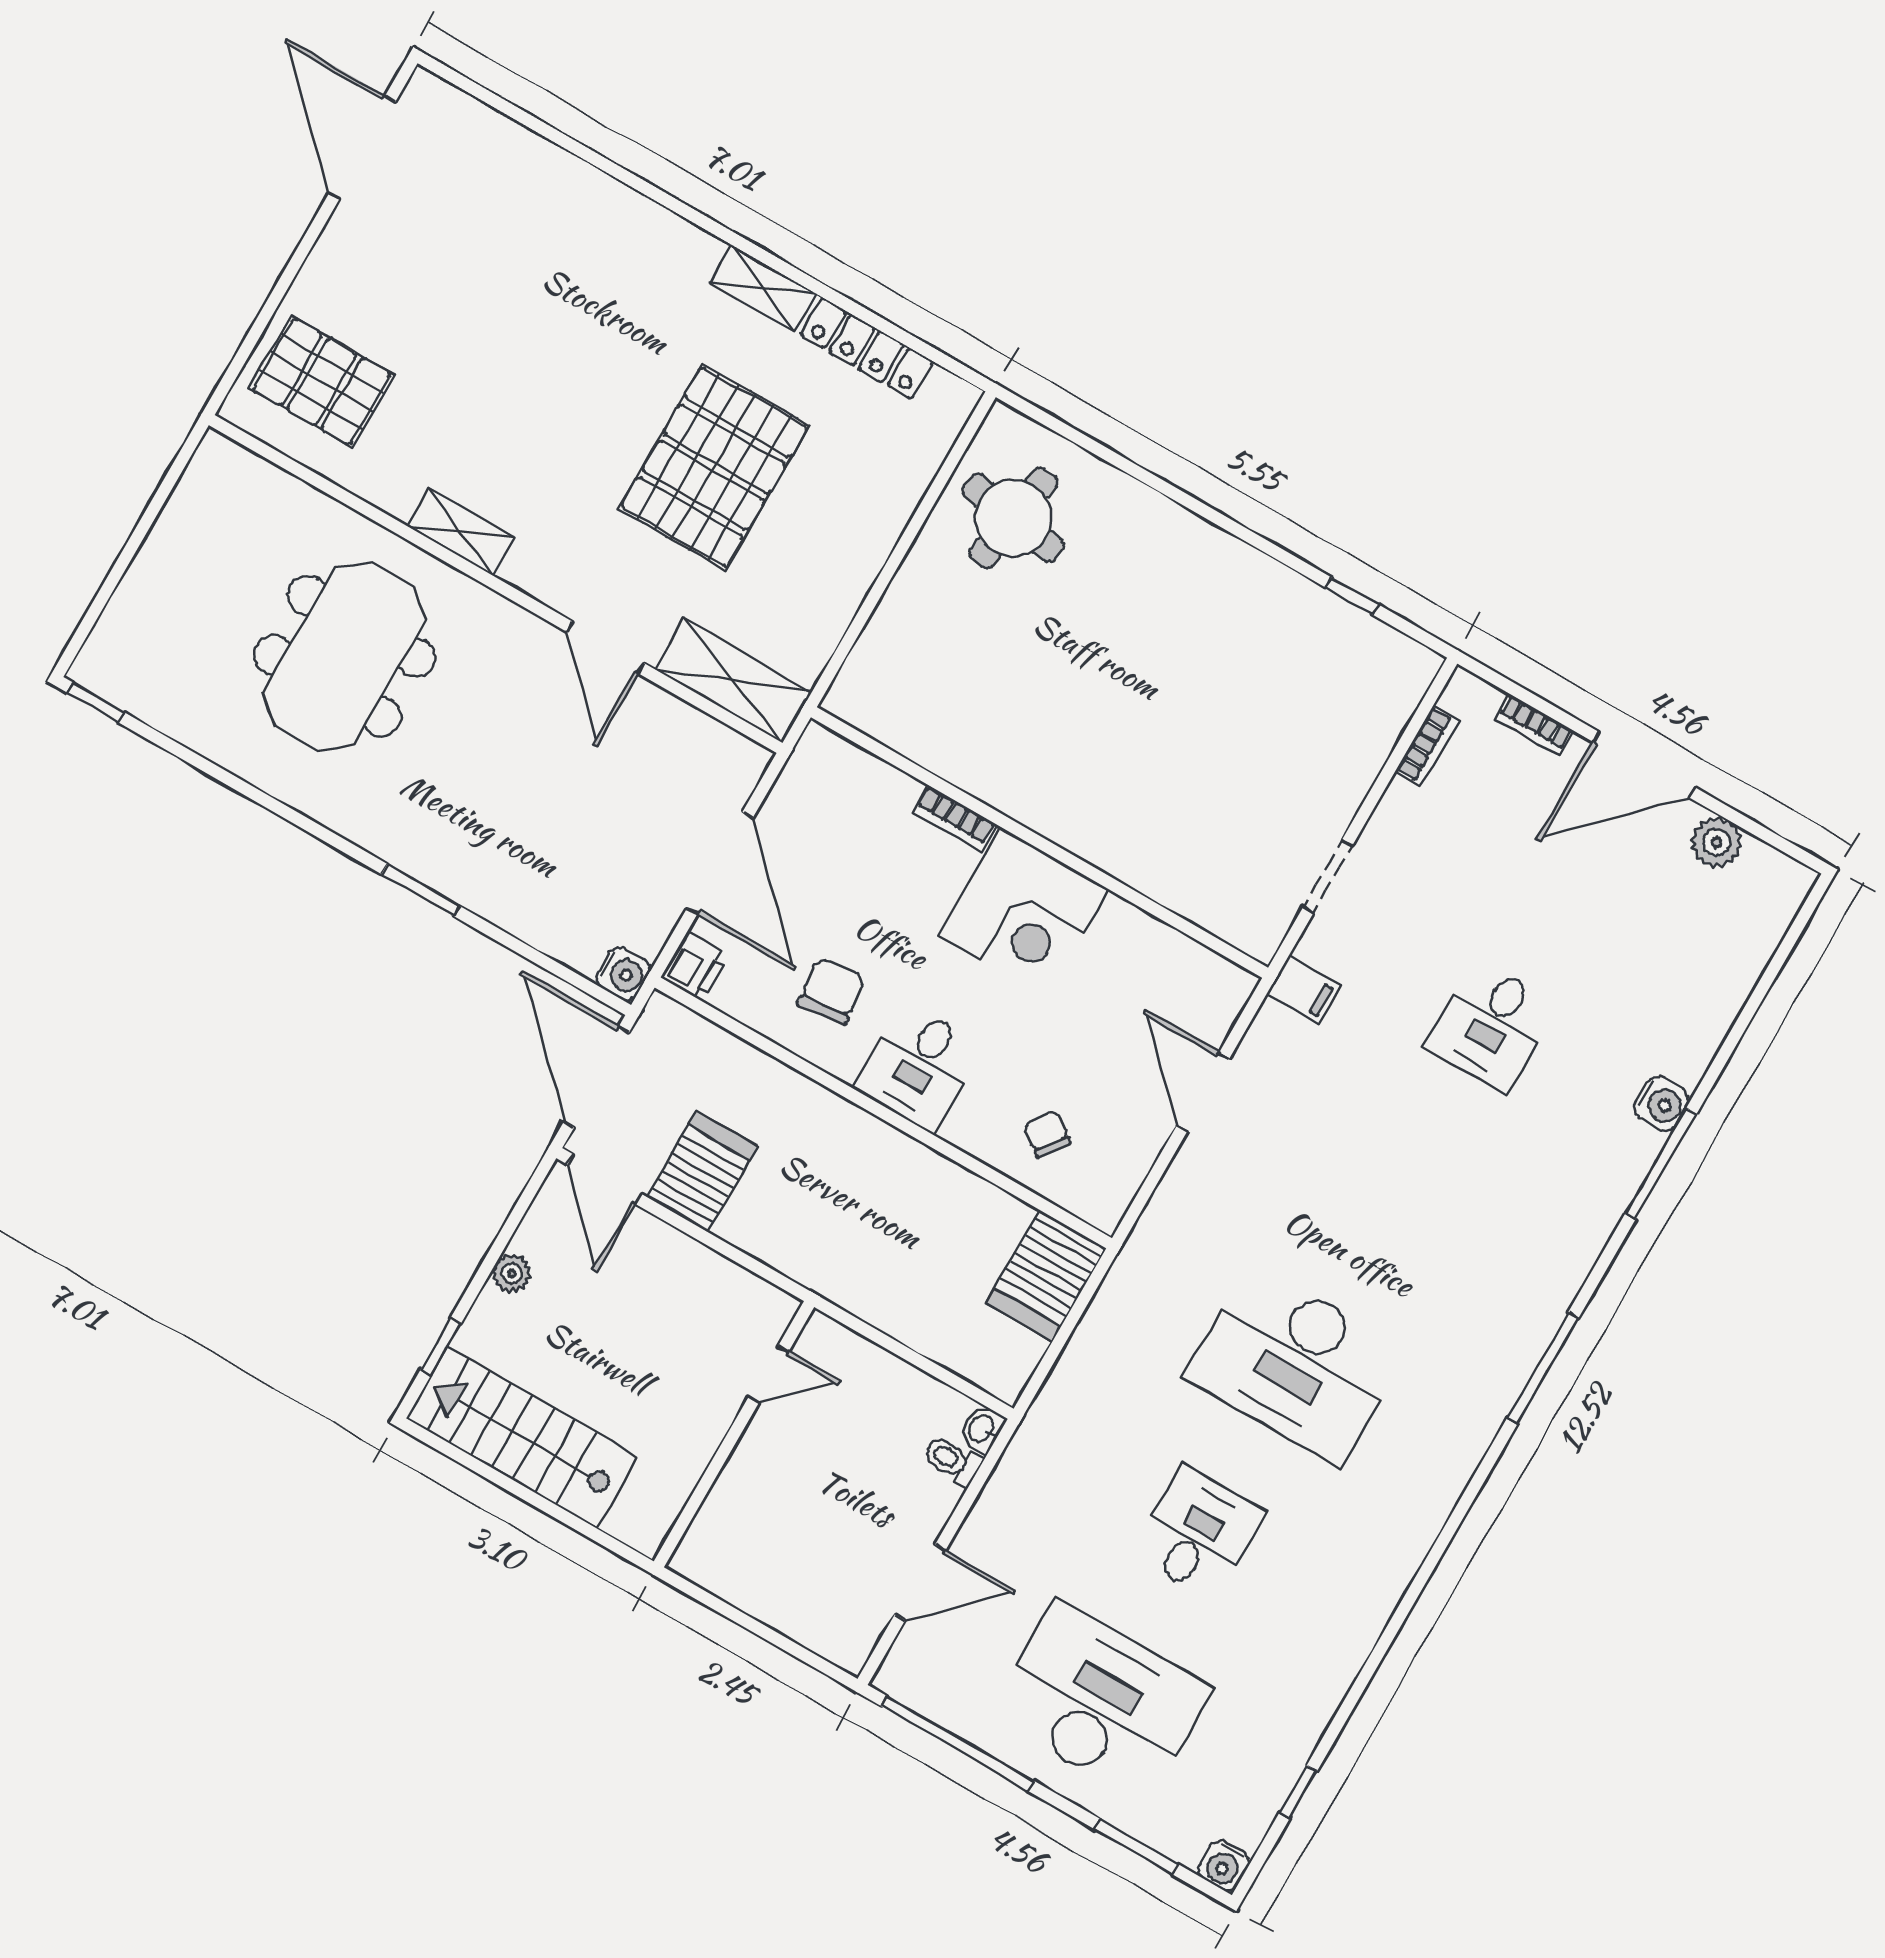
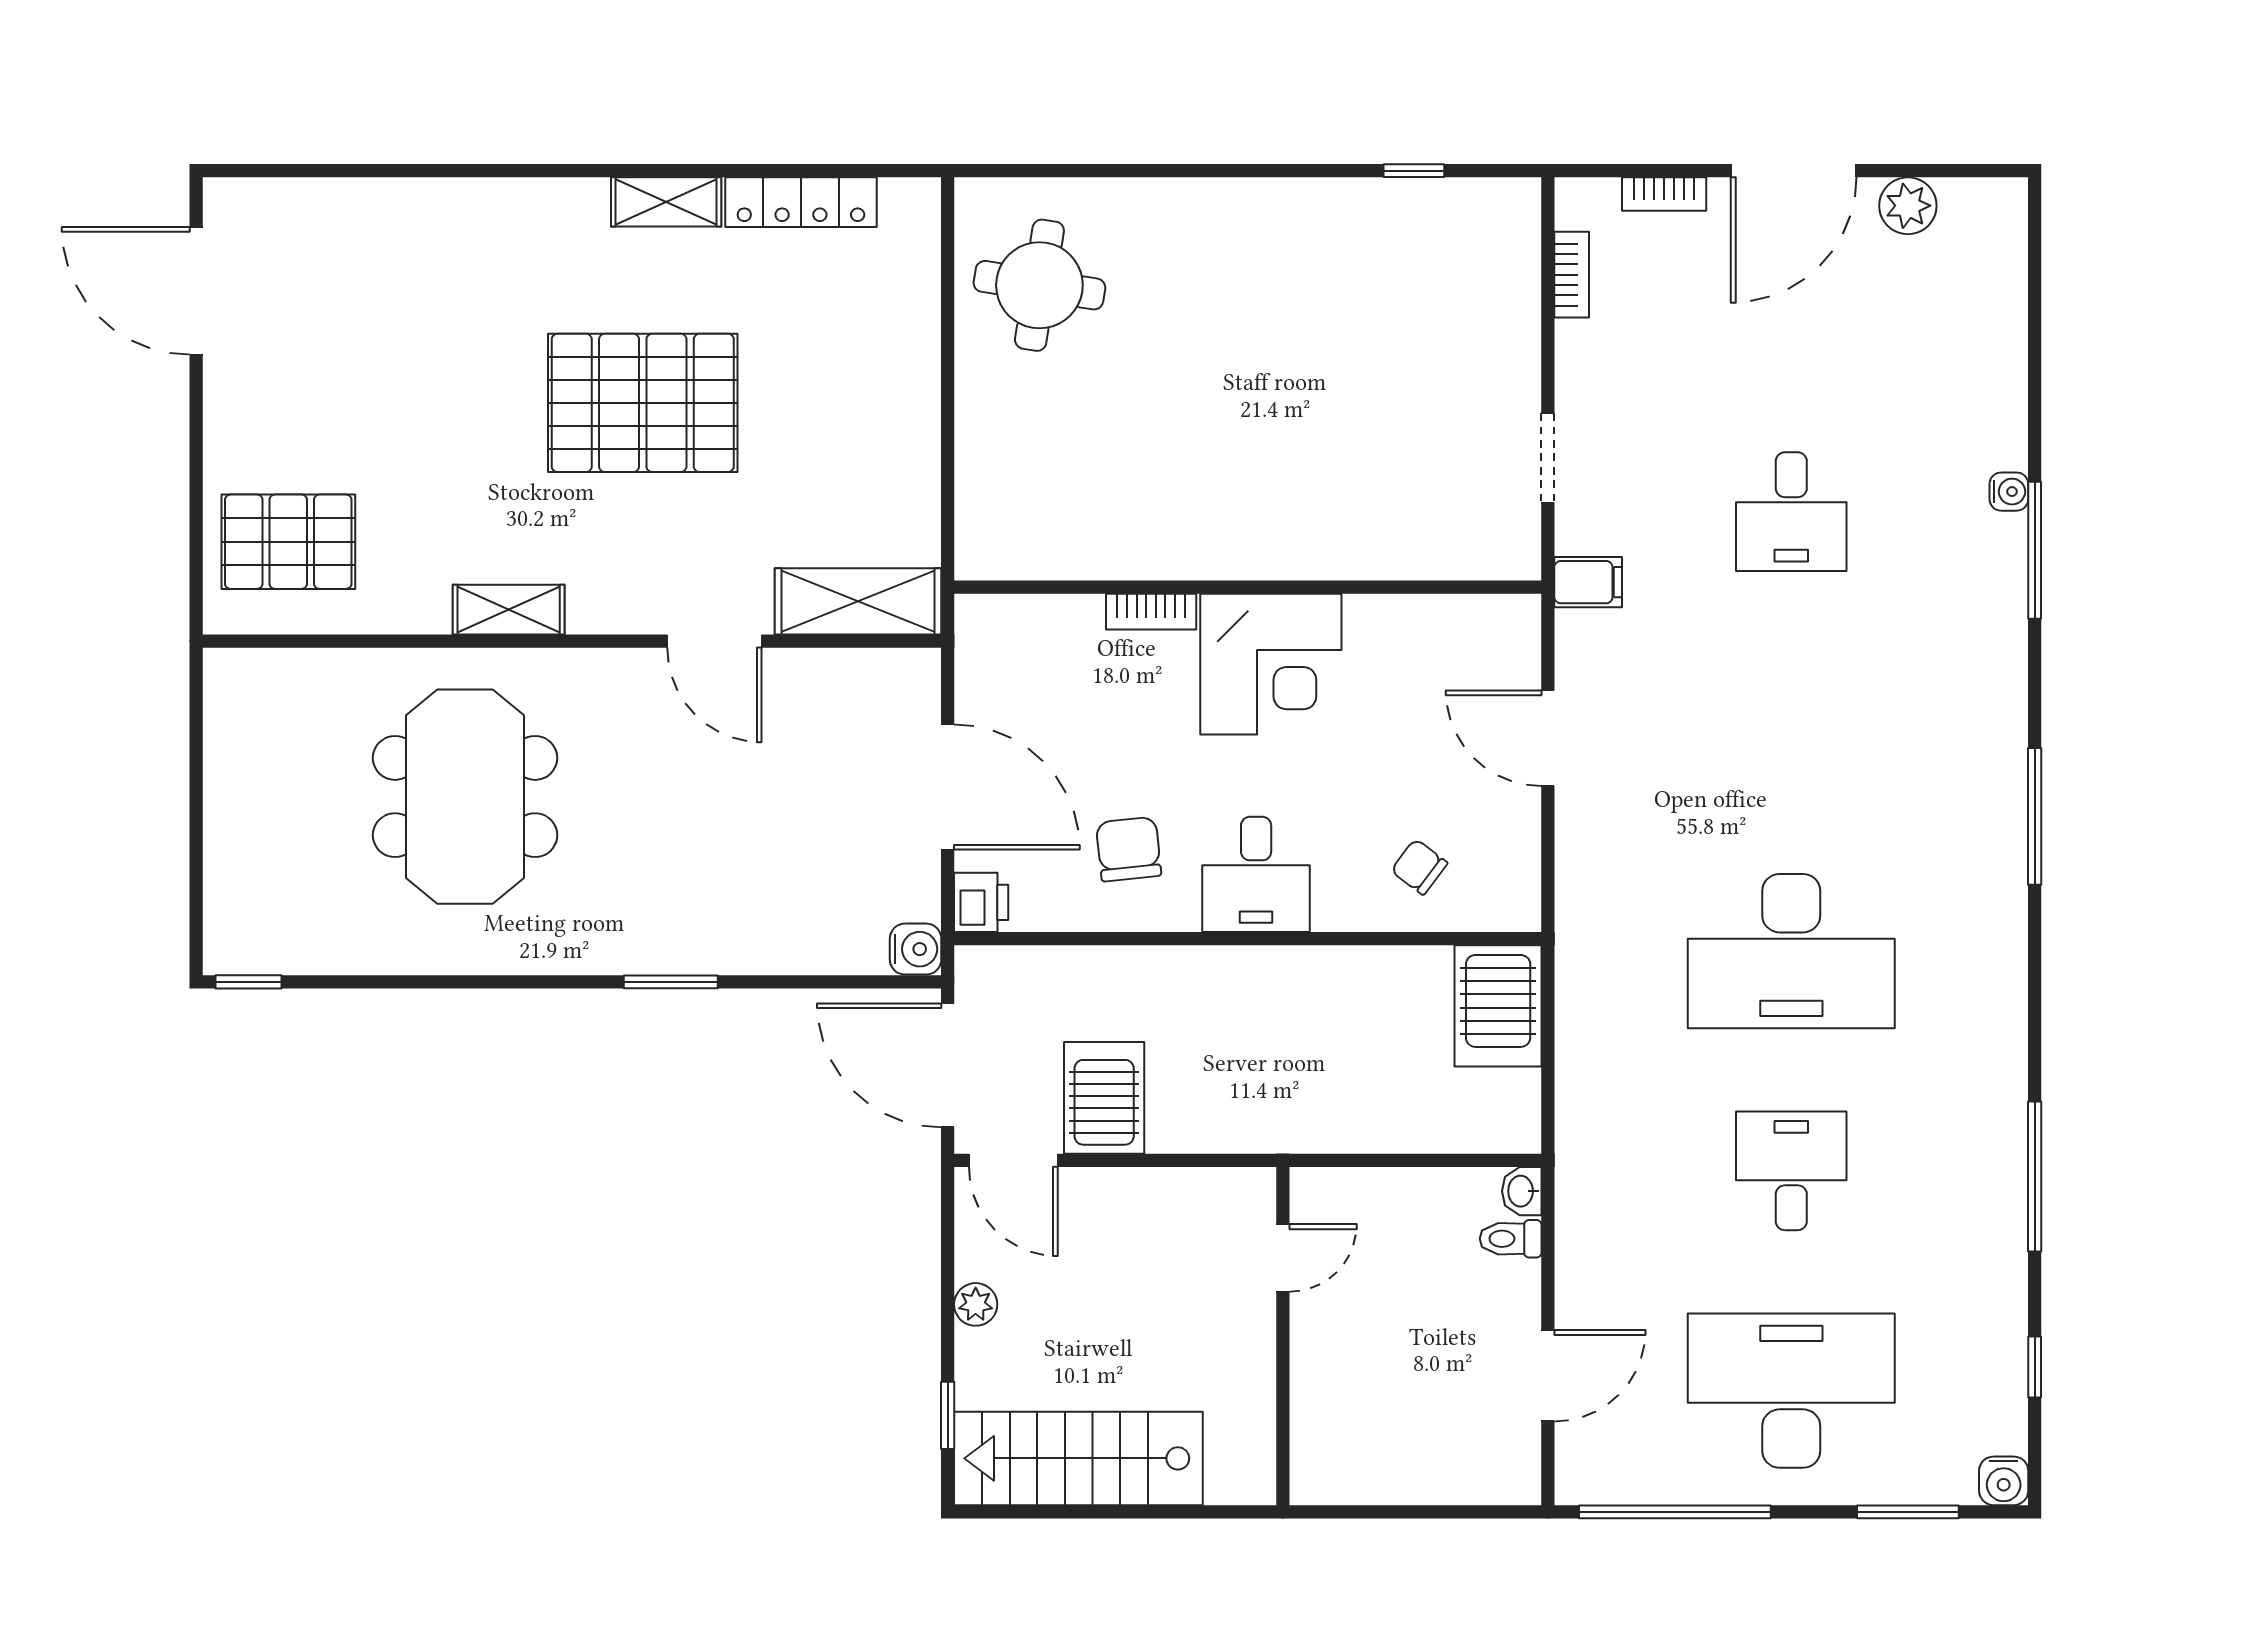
pallet: (714, 467) -> (643, 403), moved, turned 90
water cooler: (1662, 1104) -> (2009, 492), width x0.72, depth x0.72
window: (1383, 1645) -> (2035, 1176), added

